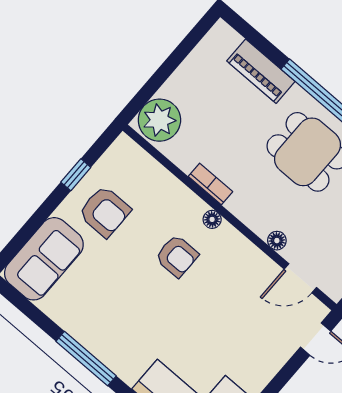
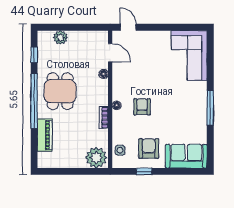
side table: (139, 166) -> (120, 150), added

